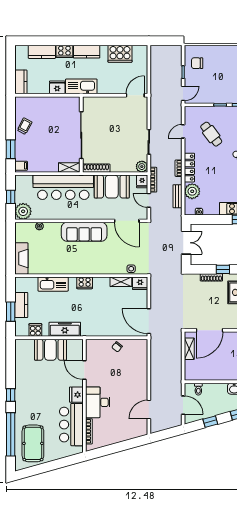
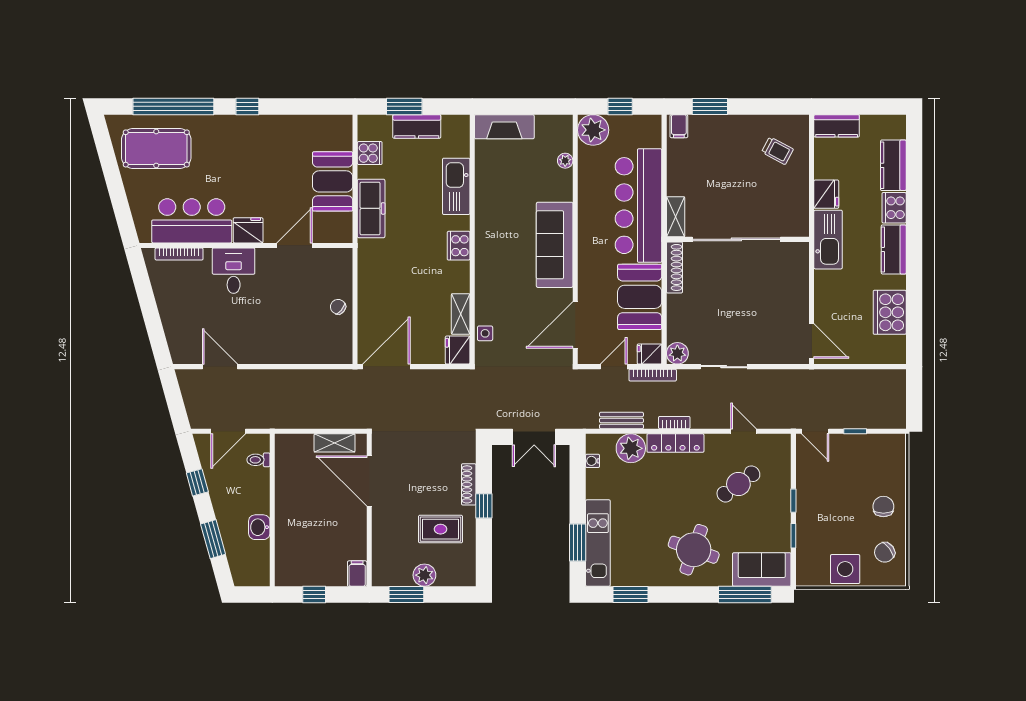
chair: (197, 63) -> (883, 507), moved
trolley: (25, 126) -> (777, 151), moved
desk: (98, 402) -> (234, 271), width x0.73

